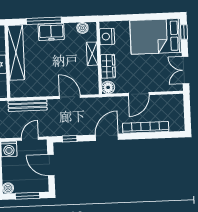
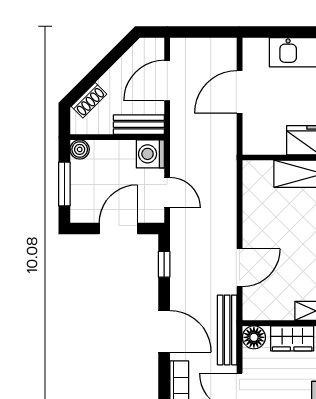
bench: (28, 105) -> (227, 330), moved

